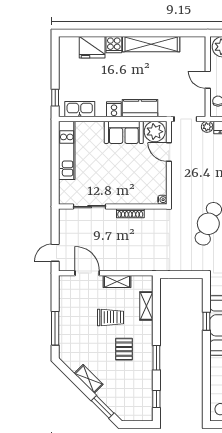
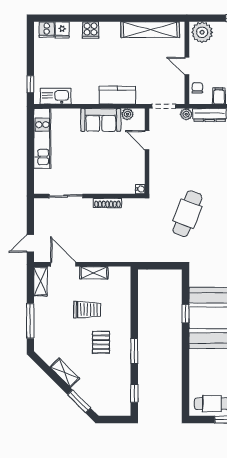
shelving: (151, 44) -> (150, 30), moved
fridge: (92, 47) -> (62, 30), width x0.53, depth x0.75
cooker: (114, 109) -> (47, 30), moved, turned 180
plant: (155, 132) -> (127, 114), width x0.53, depth x0.53
shelving: (146, 306) -> (41, 281), moved

